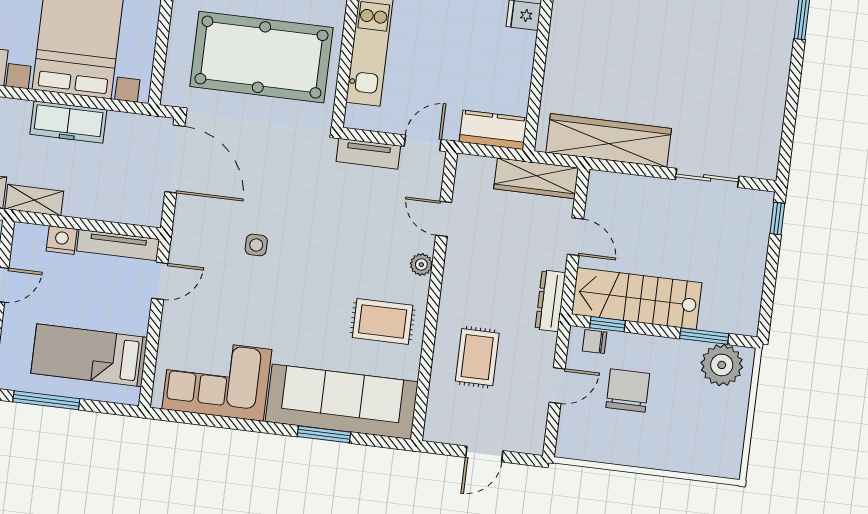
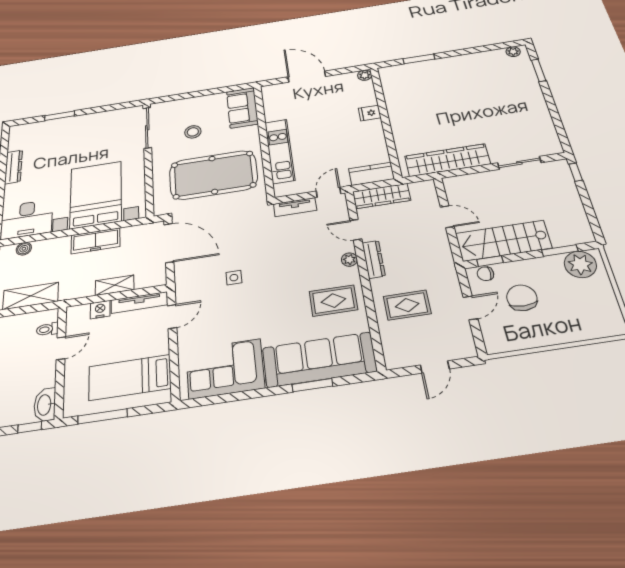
wardrobe: (536, 178) -> (381, 196), moved
shelving: (34, 200) -> (115, 285), moved
dresser: (550, 301) -> (374, 259), moved, turned 180
rug: (477, 357) -> (407, 305), turned 90

